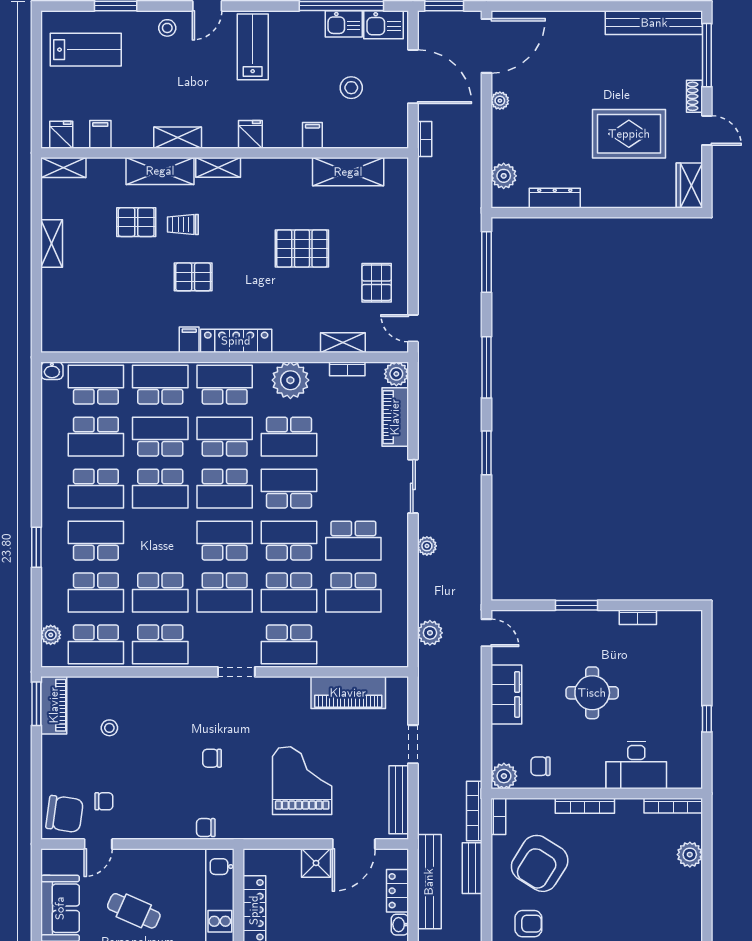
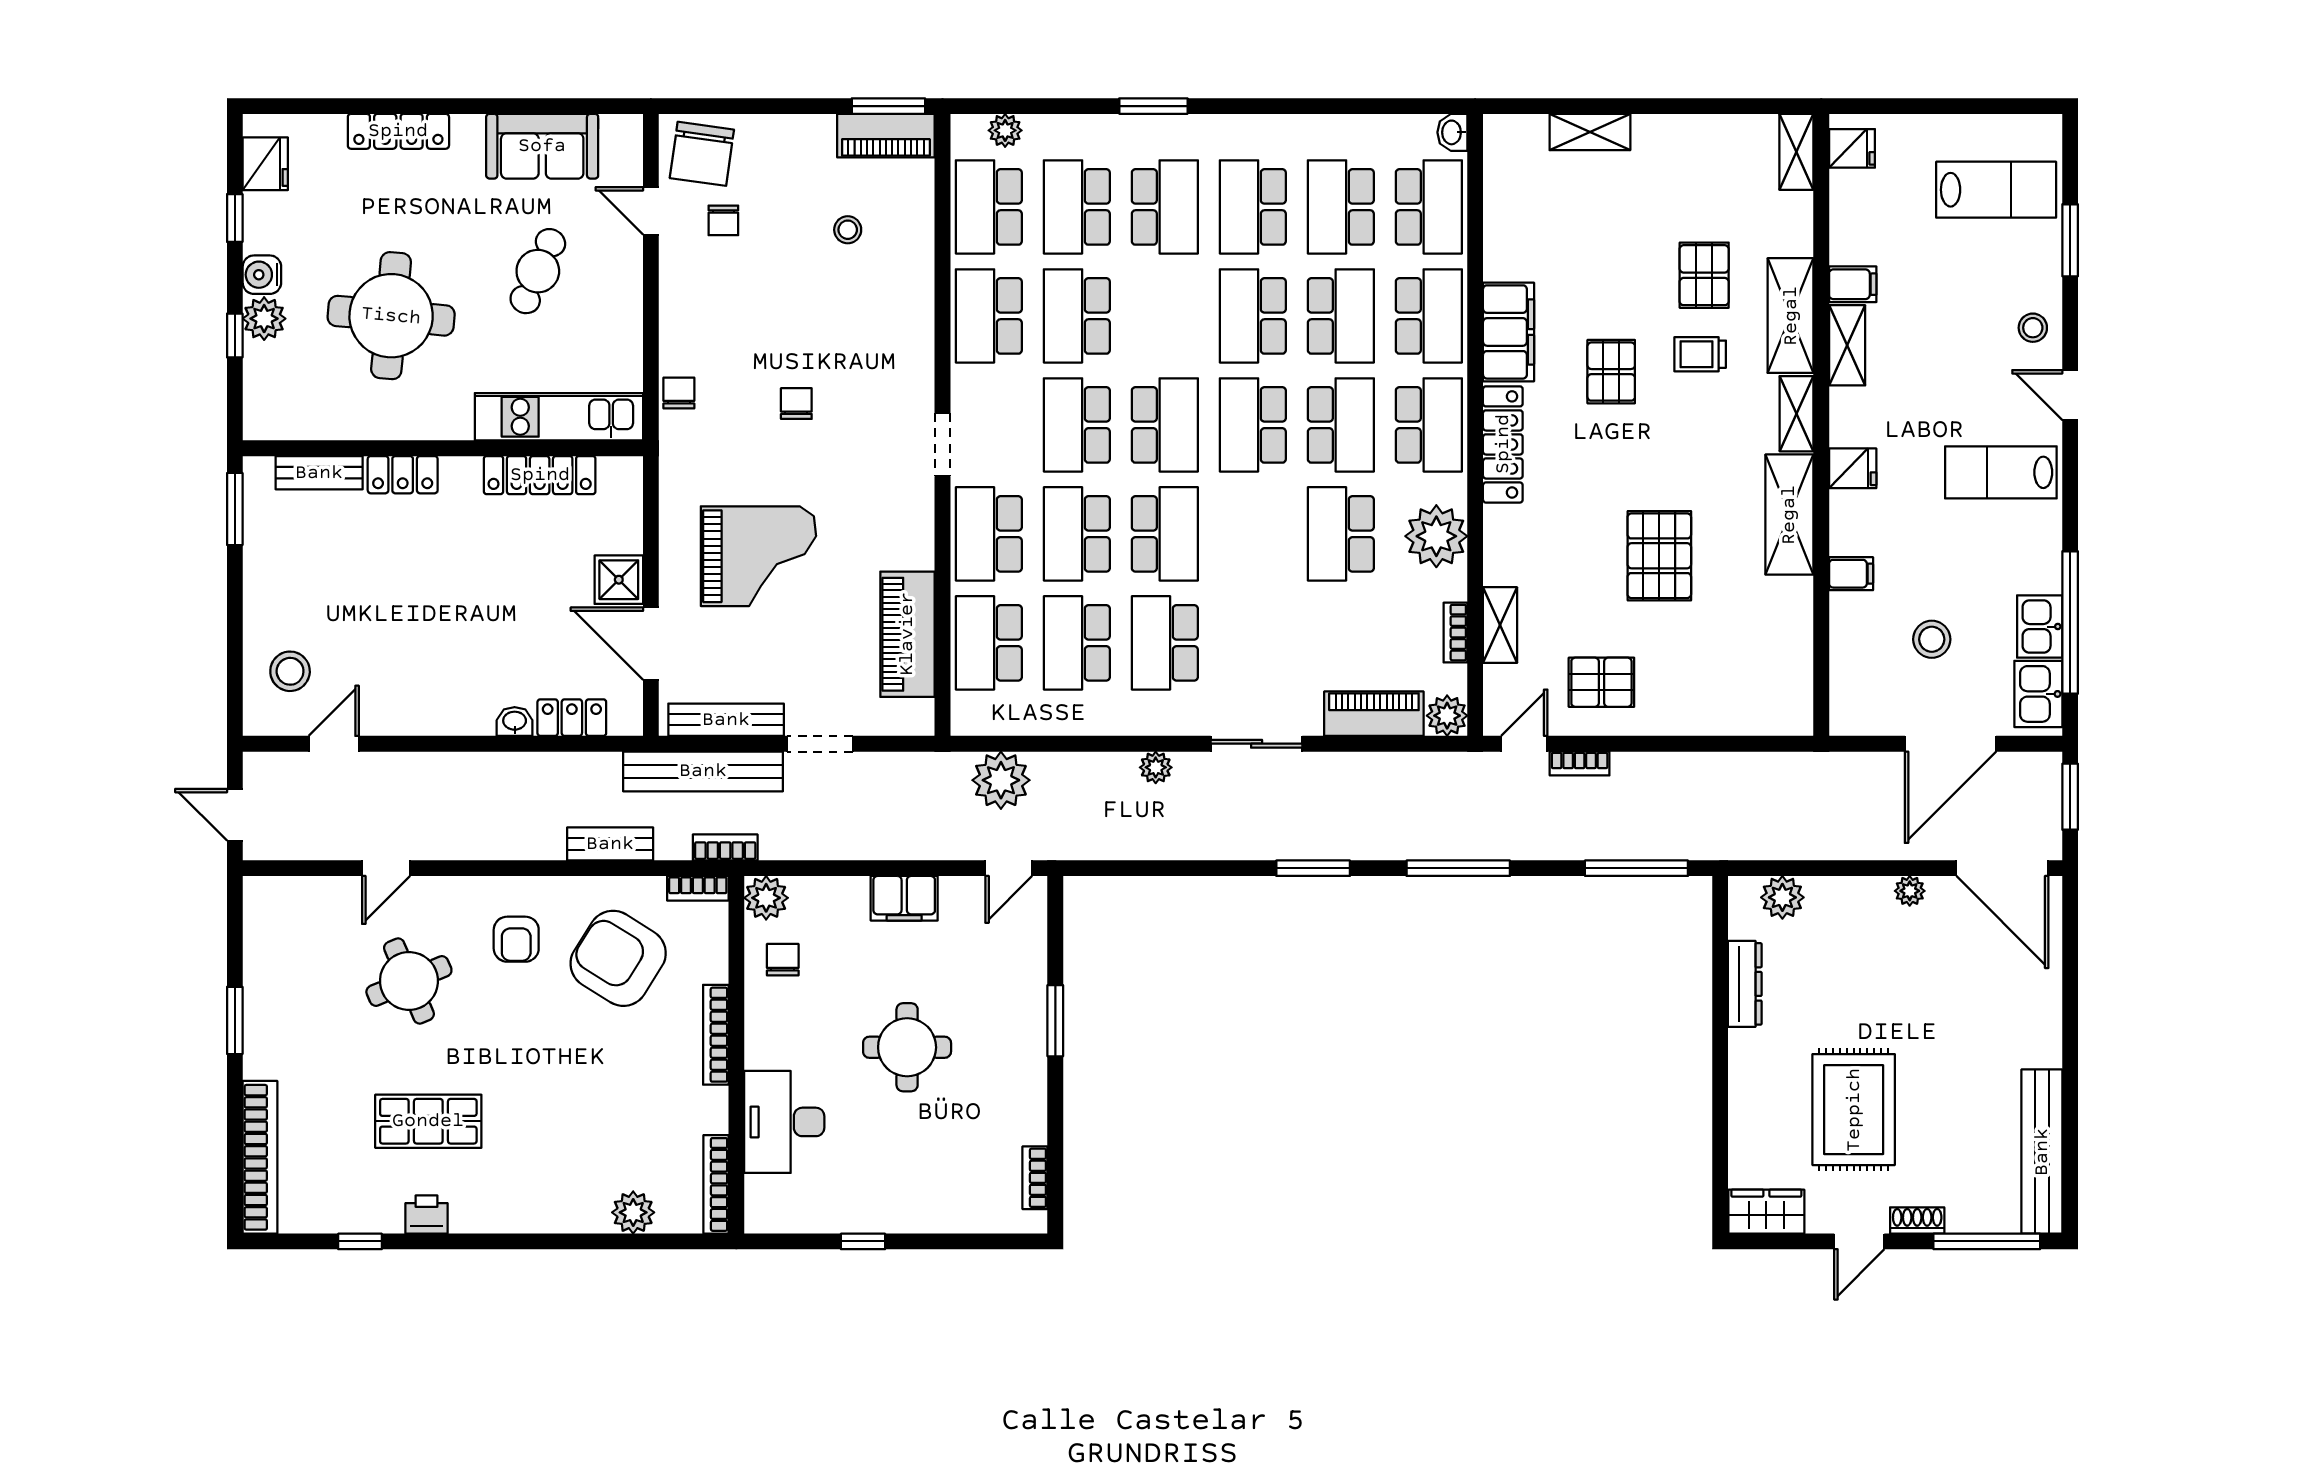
lab bench: (253, 47) -> (2001, 472), turned 180
lab bench: (86, 50) -> (1996, 190), turned -90
filing cabinet: (100, 134) -> (1853, 284), moved
bookcase: (425, 139) -> (1580, 763), moved
shelving: (348, 172) -> (1789, 515), moved
trolley: (183, 224) -> (1700, 354), turned -90
shelving: (52, 243) -> (1590, 132), moved
filing cabinet: (189, 340) -> (1509, 332), width x3.00, depth x1.17
school desk: (289, 489) -> (989, 643), moved, turned 180
bookcase: (638, 617) -> (1035, 1178), moved
plant: (430, 633) -> (1001, 780), width x1.36, depth x1.36
filing cabinet: (506, 694) -> (904, 898), width x0.67, depth x0.86
bookcase: (474, 811) -> (725, 847), width x0.64
bench: (429, 882) -> (703, 771), moved

